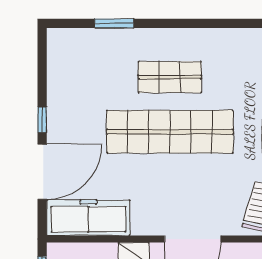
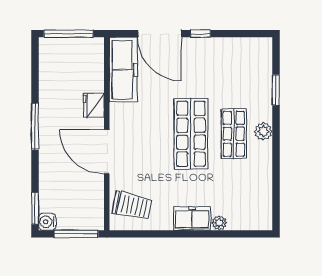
plant: (167, 39) -> (263, 131), added
shop shelf: (170, 132) -> (191, 134), width x0.71

